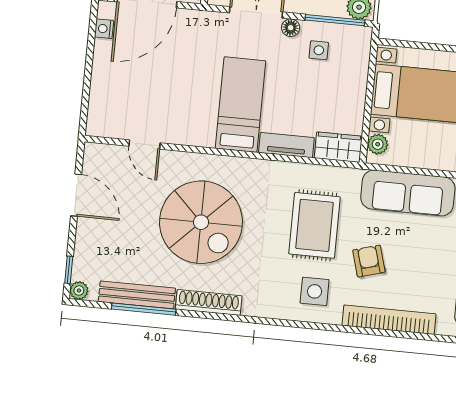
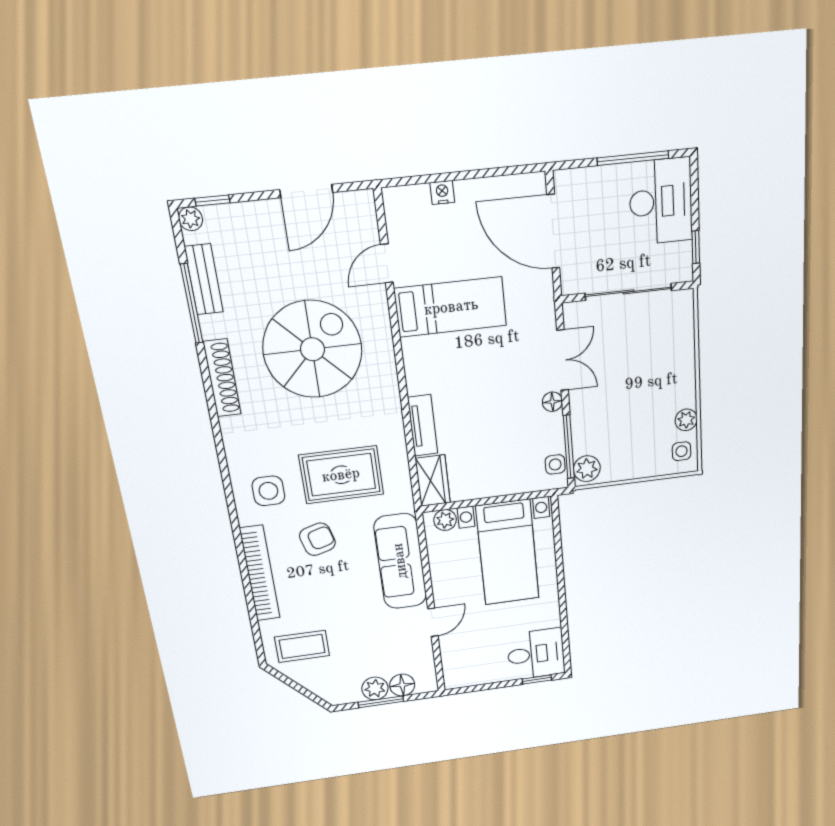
nightstand: (104, 29) -> (442, 192), moved
side table: (319, 50) -> (555, 464), moved
bed: (241, 105) -> (451, 307), moved
spiral stairs: (201, 222) -> (312, 349), turned 180
bench: (137, 295) -> (204, 279), width x0.73

